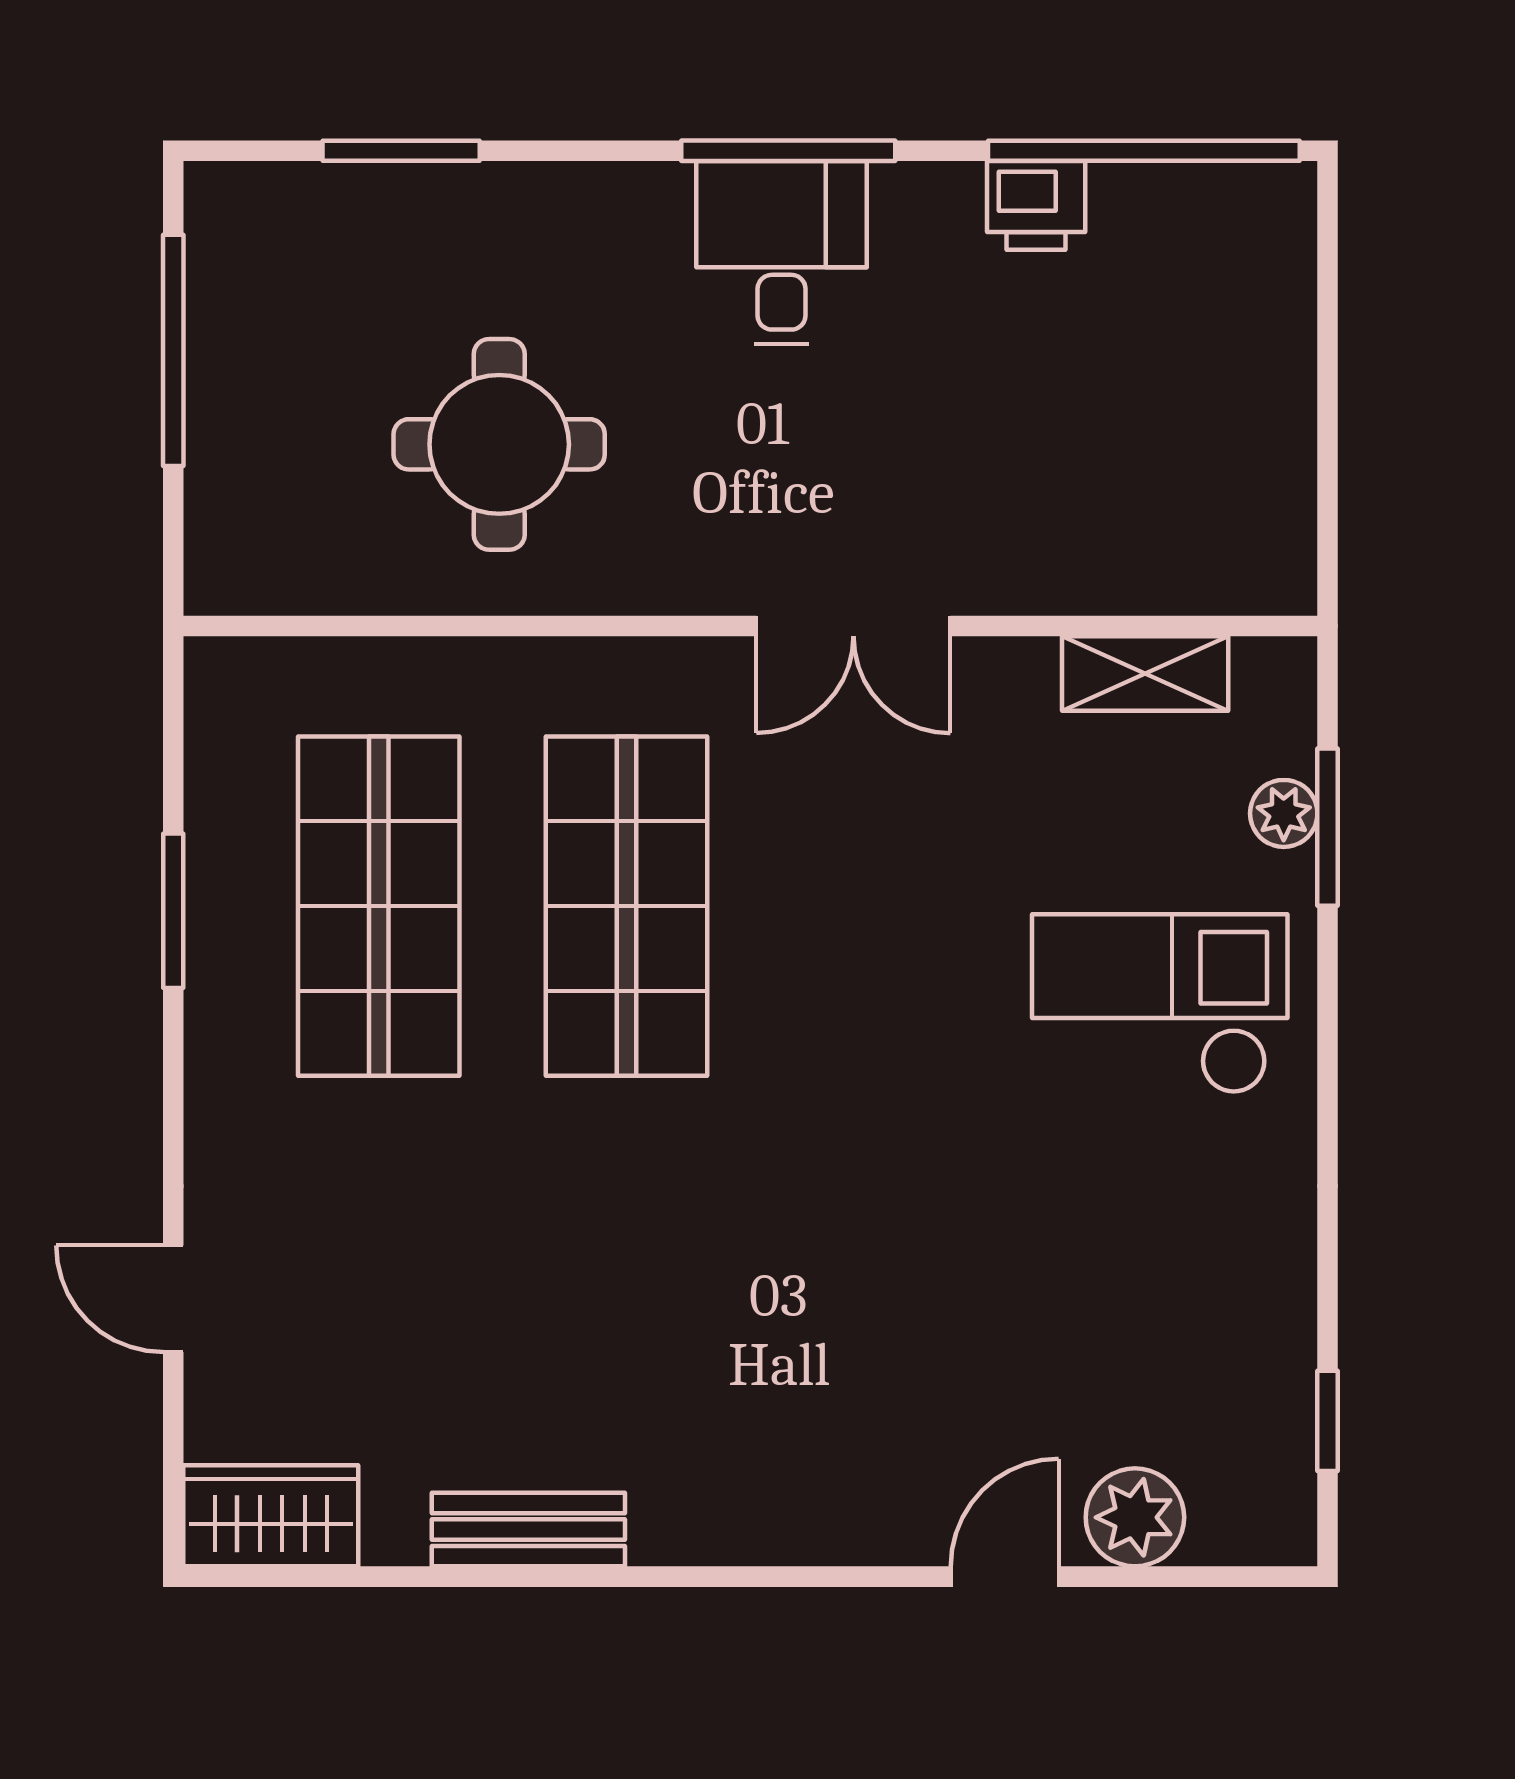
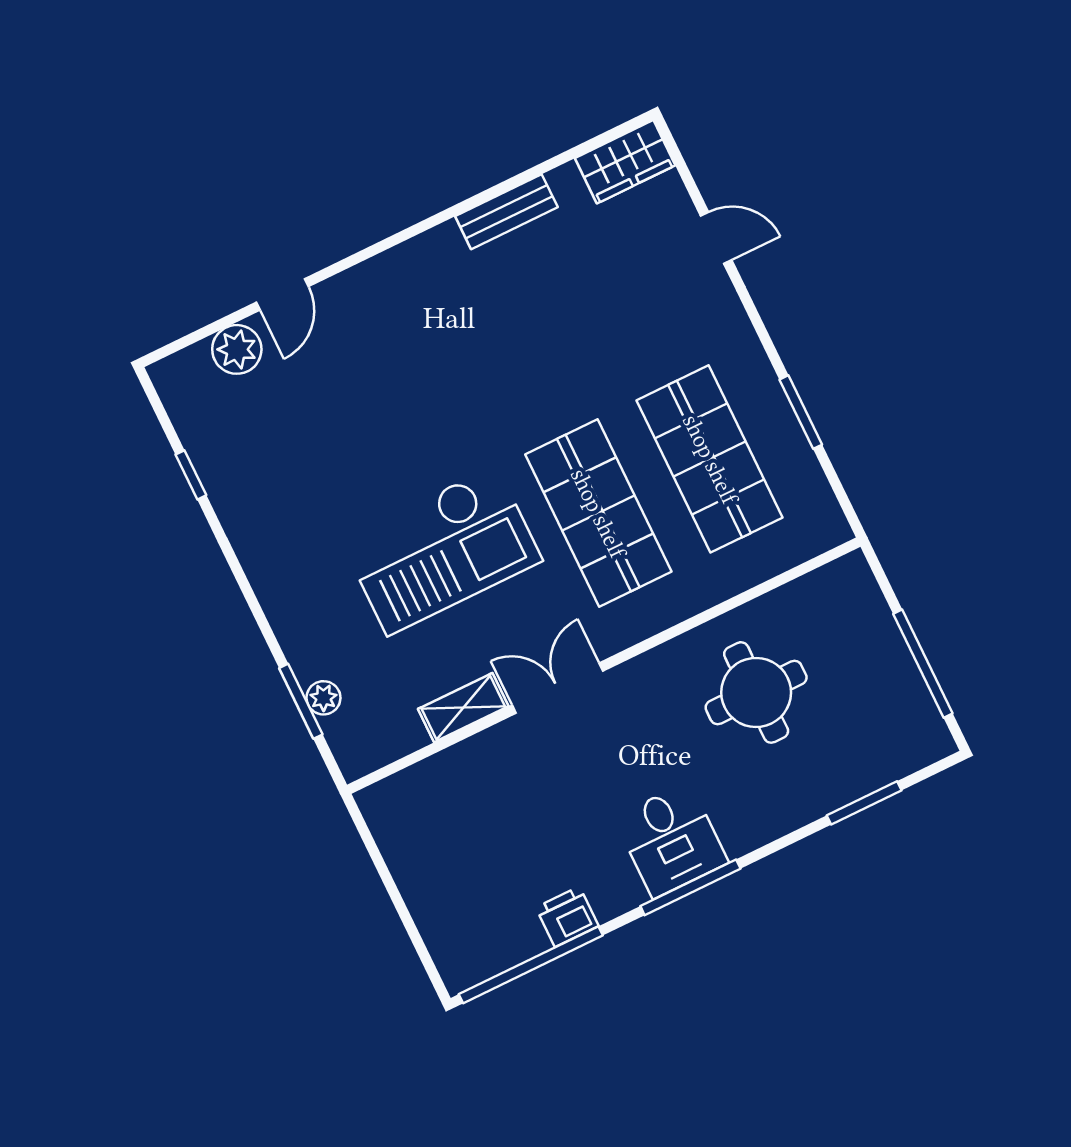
shelving: (1145, 673) -> (463, 708), moved
checkout: (1160, 1004) -> (442, 550), moved, width x1.36, depth x1.21
window: (1328, 1421) -> (191, 475), moved

